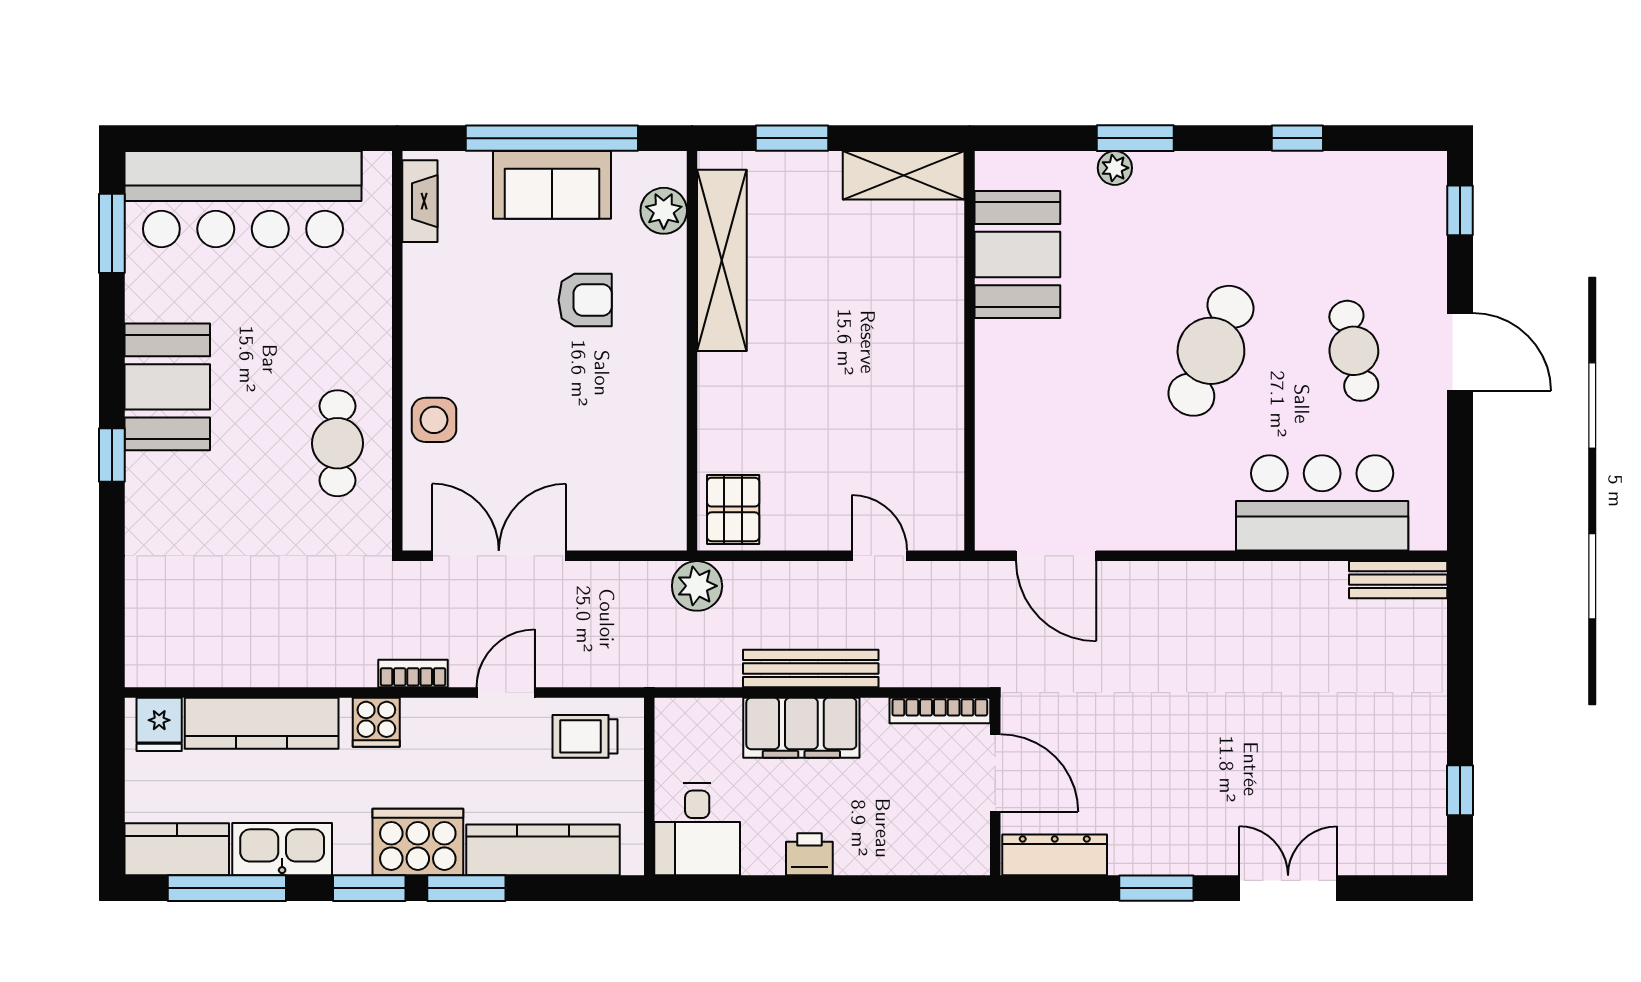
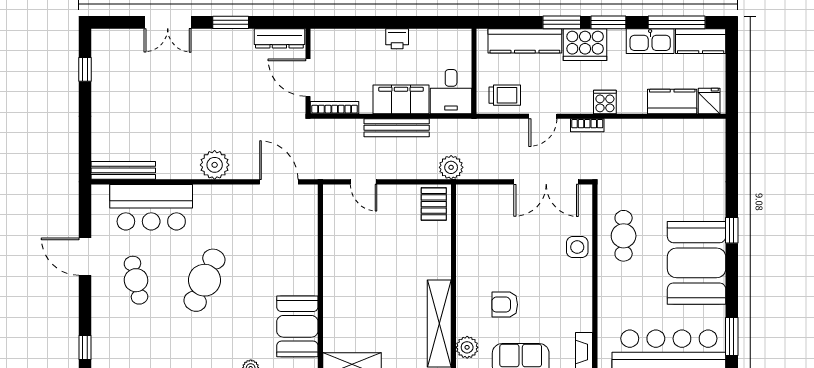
door: (1460, 352) -> (85, 257), moved
booth: (167, 387) -> (697, 263), width x1.36, depth x1.42
bench: (1398, 580) -> (123, 170), width x1.36
plant: (1190, 591) -> (215, 165), added
kitchen counter: (262, 723) -> (672, 102), width x0.67
desk: (697, 829) -> (451, 92), moved, turned 180

